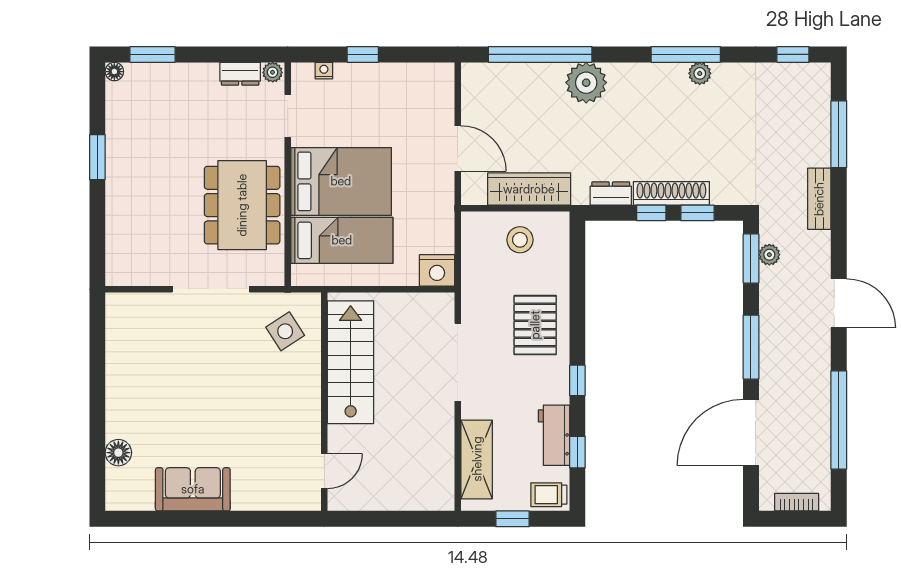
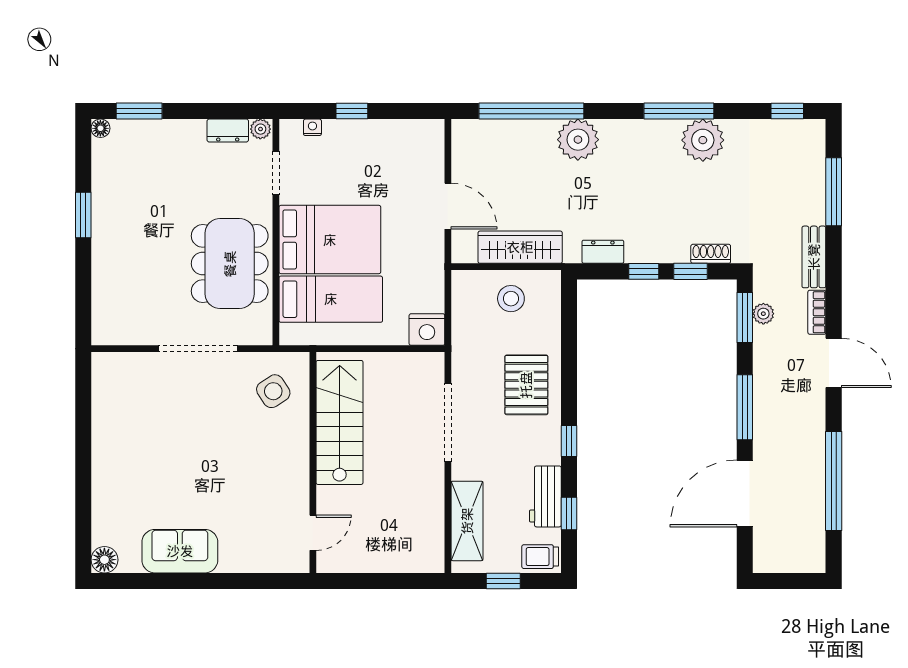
plant: (700, 73) -> (703, 140), width x1.87, depth x1.87
shoe rack: (671, 193) -> (711, 254), moved, width x0.51, depth x0.81
floor lamp: (118, 453) -> (104, 560), moved
bookcase: (797, 502) -> (817, 312), moved, turned -90

